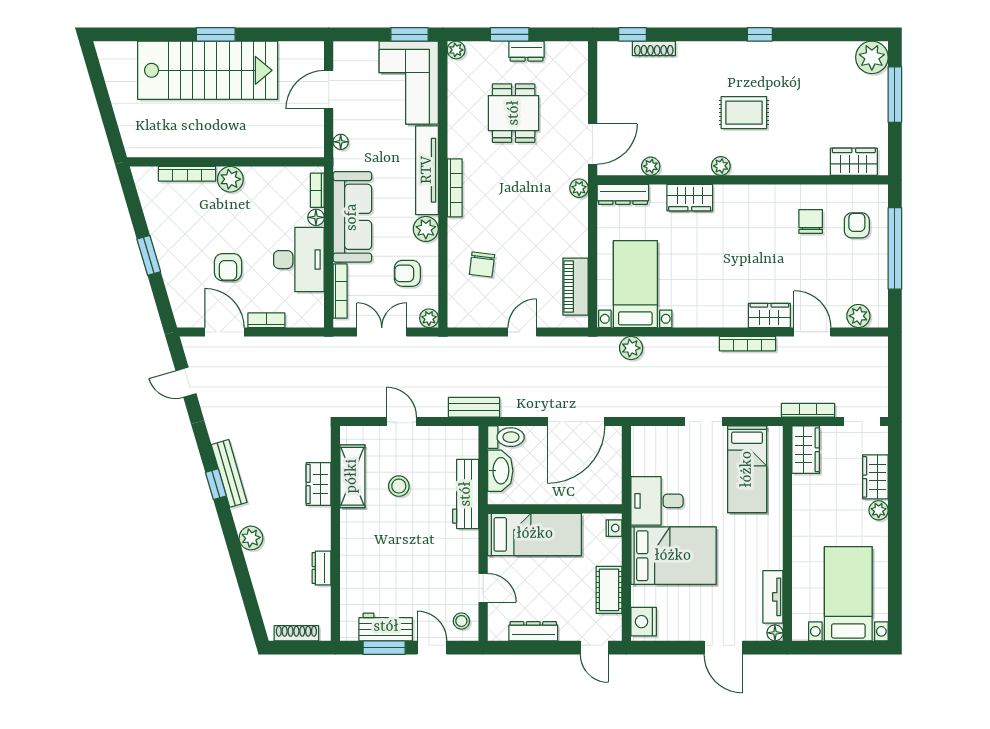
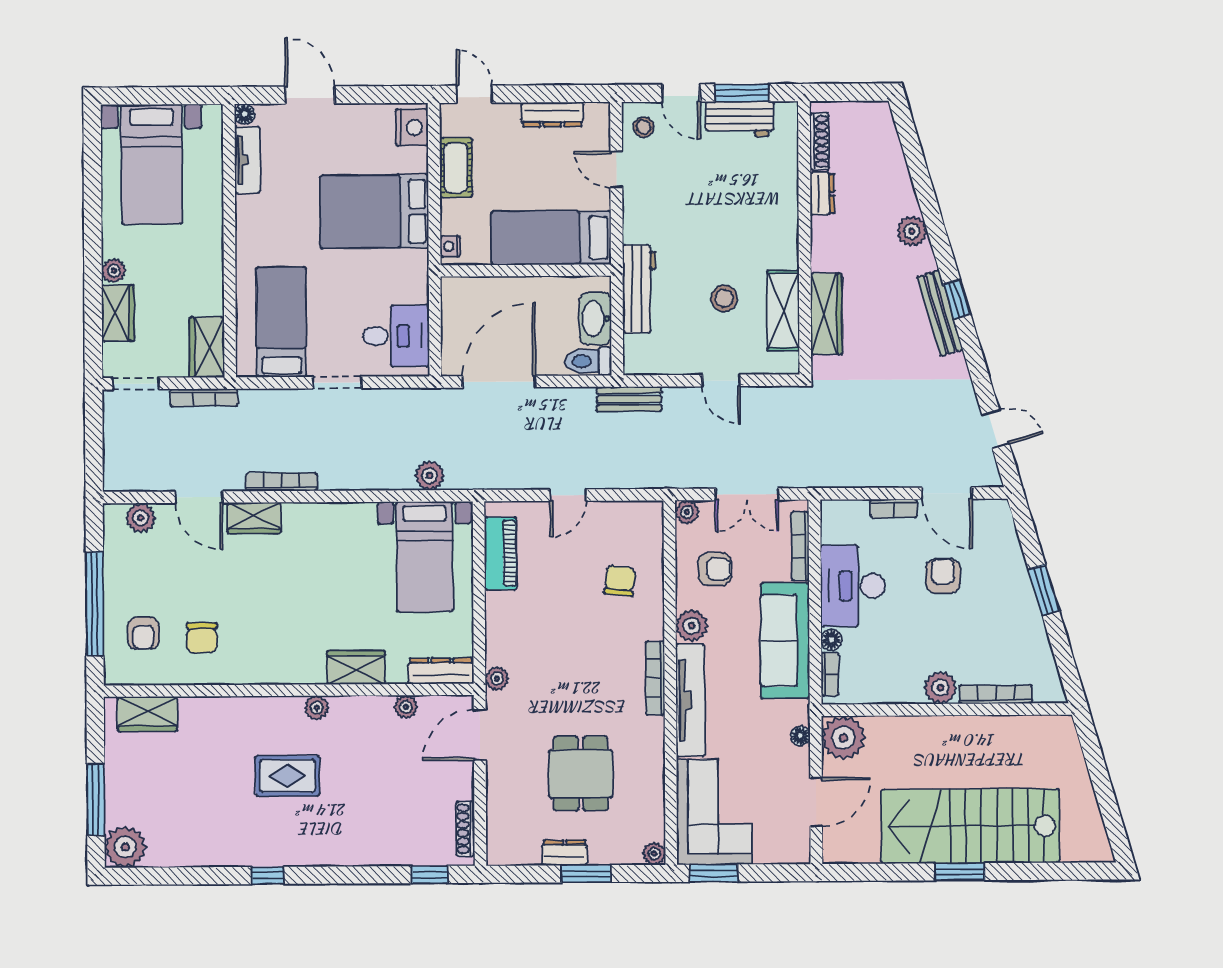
shoe rack: (654, 48) -> (465, 829), moved, turned -90
plant: (307, 140) -> (843, 738), added
wardrobe: (319, 484) -> (826, 314), width x1.50
desk: (657, 501) -> (396, 336), moved
shoe rack: (296, 633) -> (819, 142), moved, turned -90

